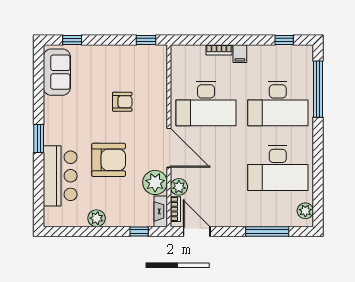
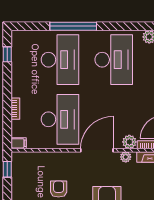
filing cabinet: (240, 54) -> (19, 143), moved
window: (318, 89) -> (73, 26), moved
plant: (155, 182) -> (126, 157), width x0.53, depth x0.53

